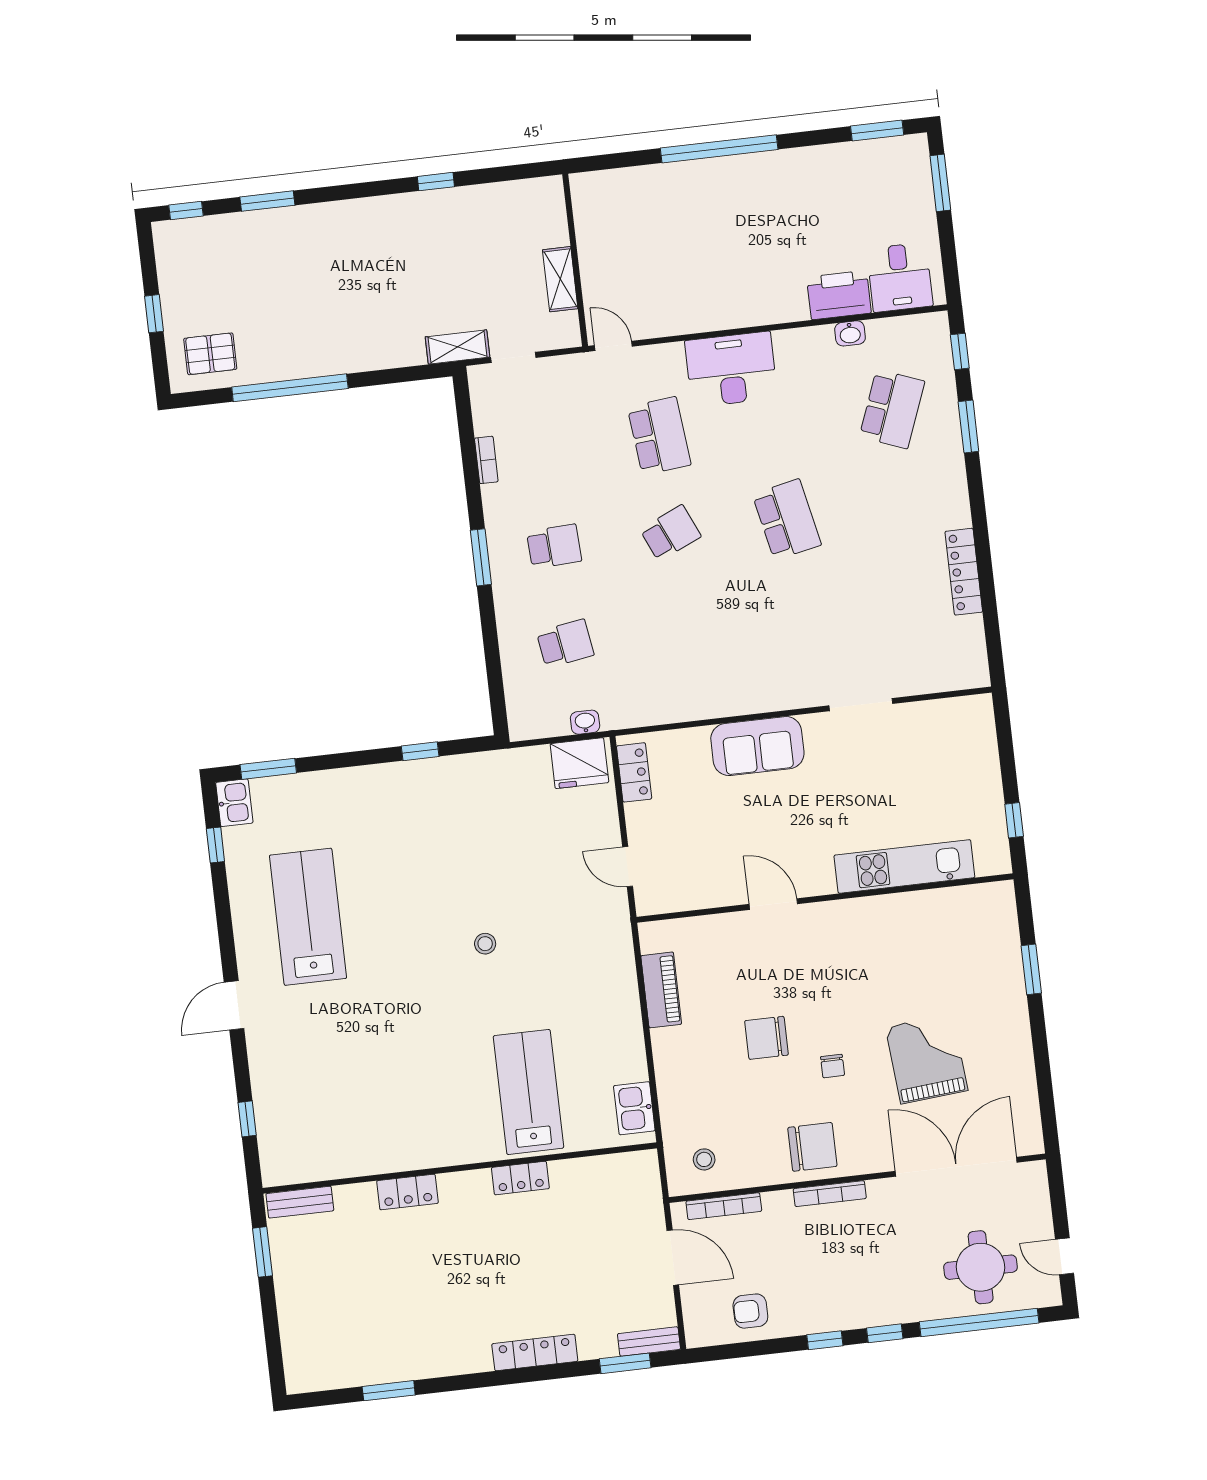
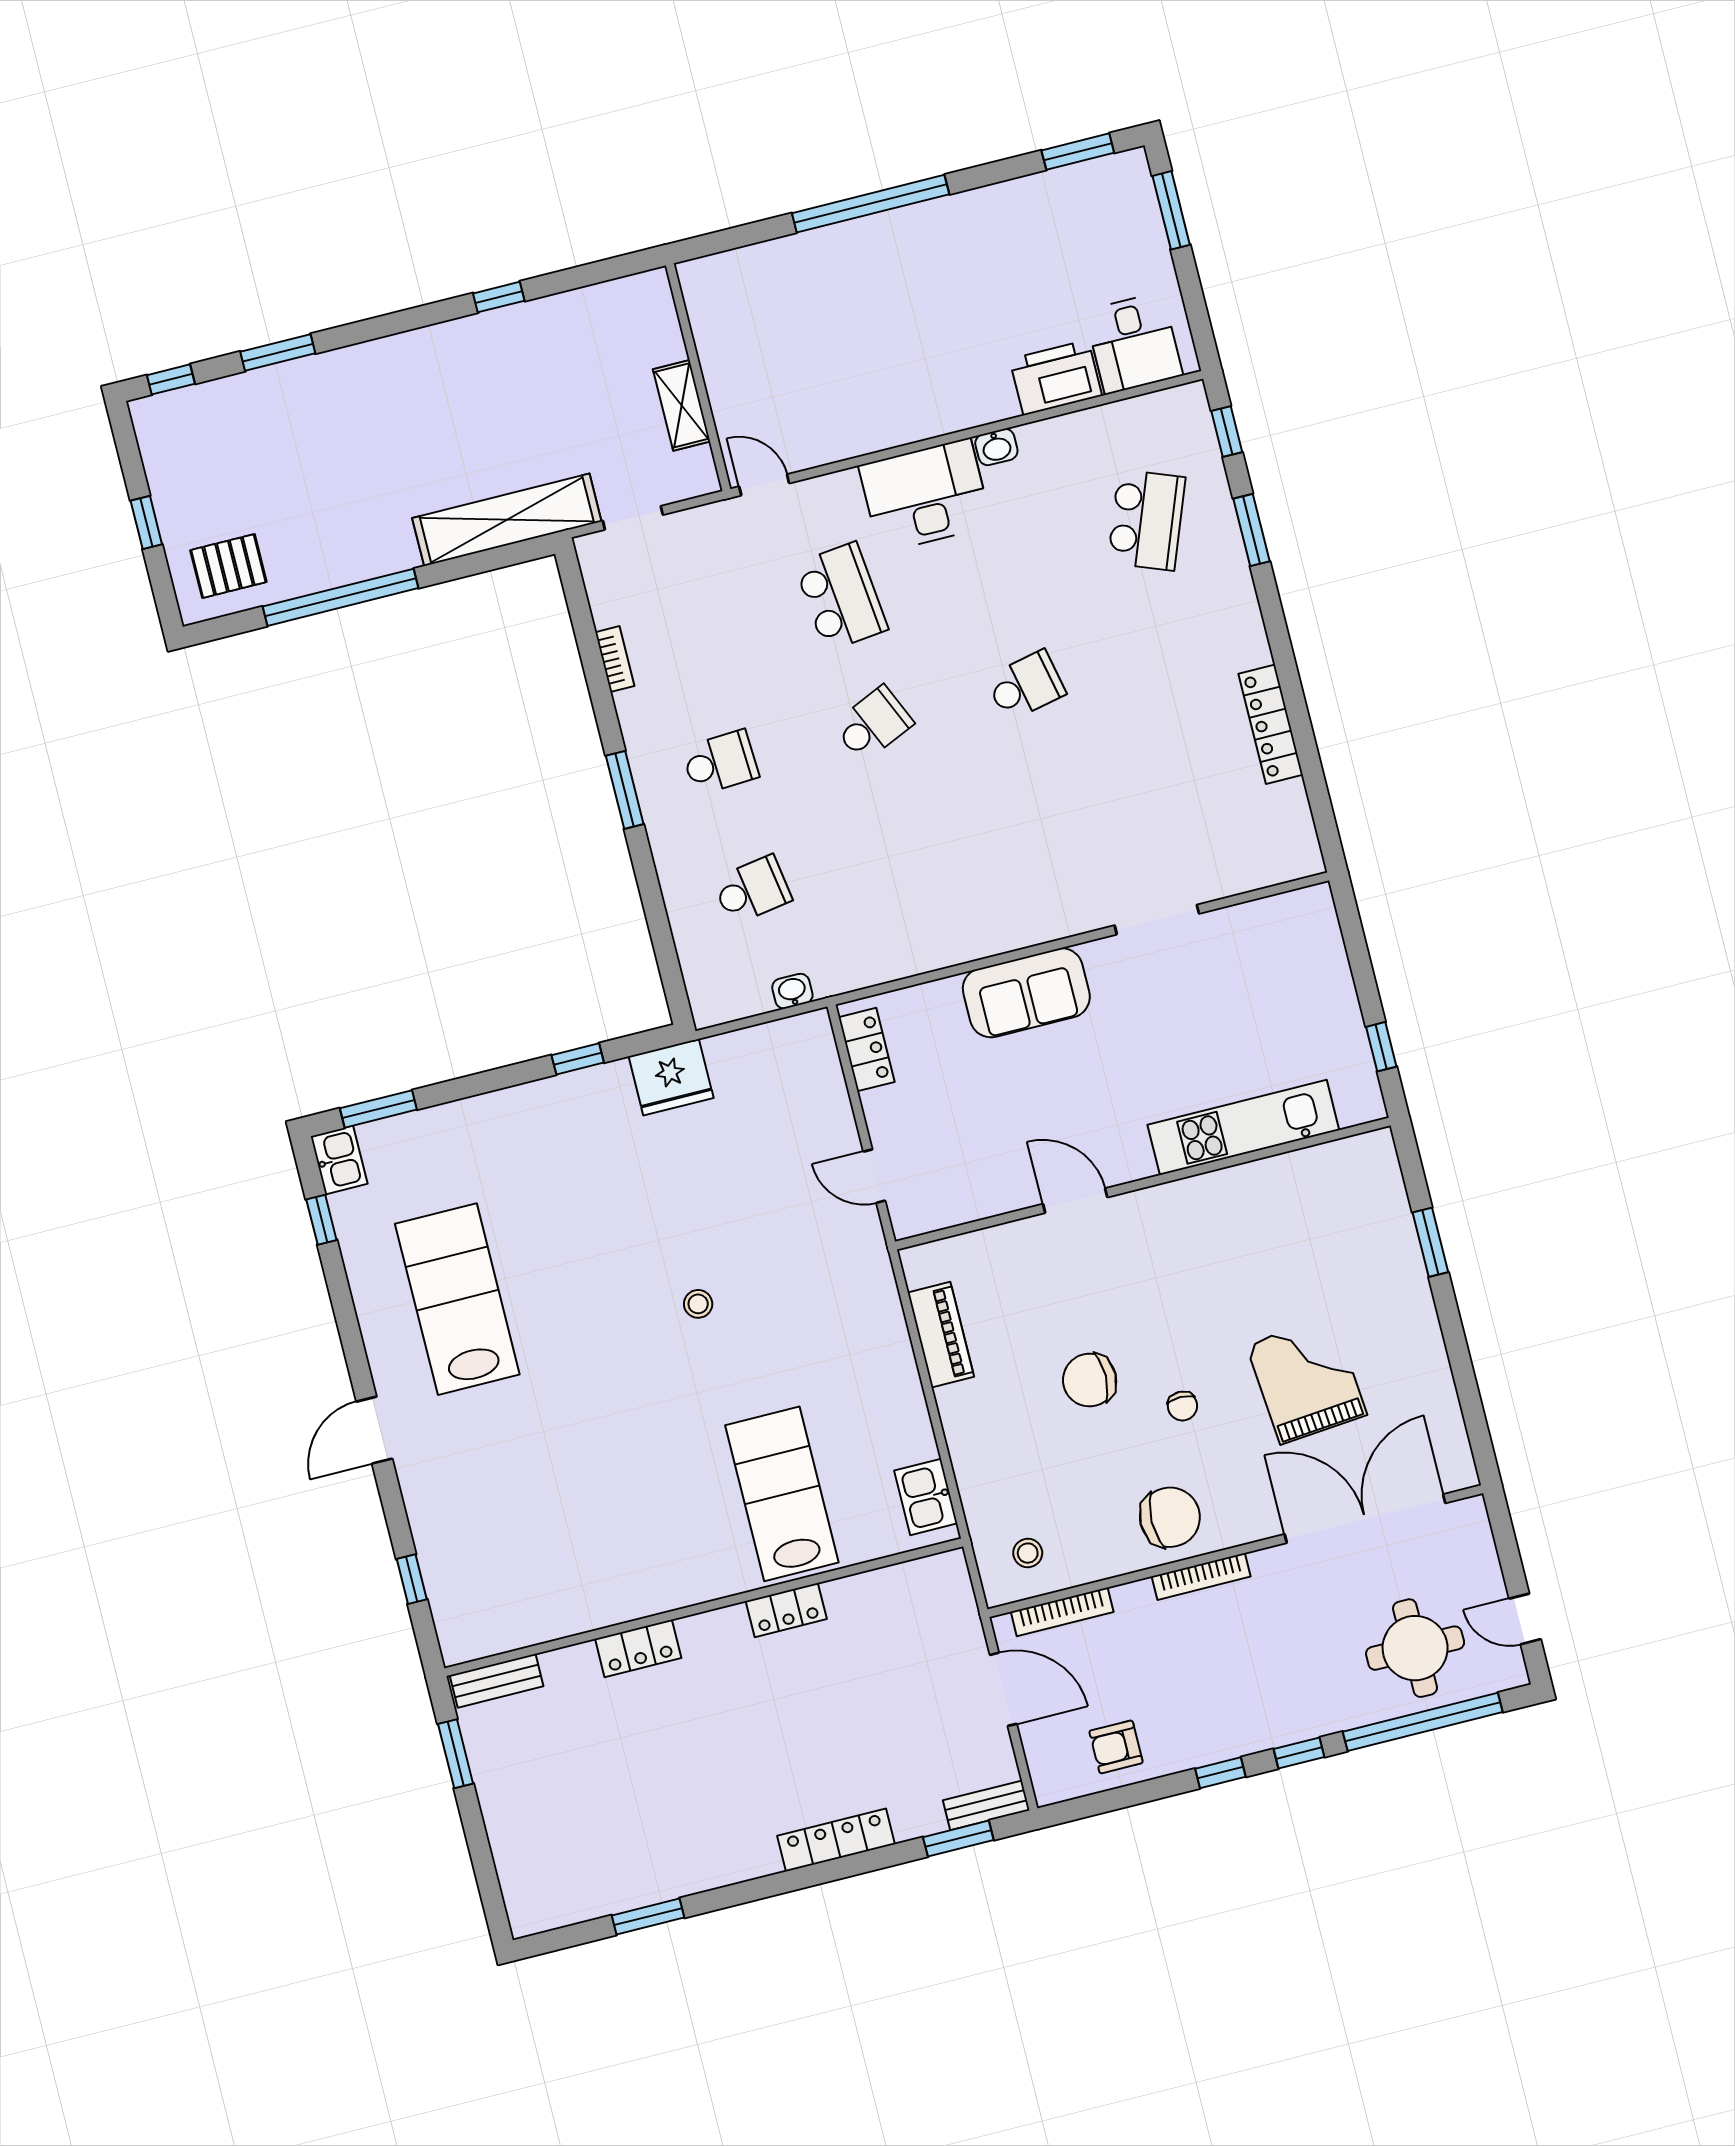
washbasin: (850, 333) -> (996, 447), moved
shelving: (457, 347) -> (507, 520), width x2.20, depth x1.33
school desk: (787, 520) -> (1026, 686), width x0.54
fridge: (579, 763) -> (671, 1077), moved

